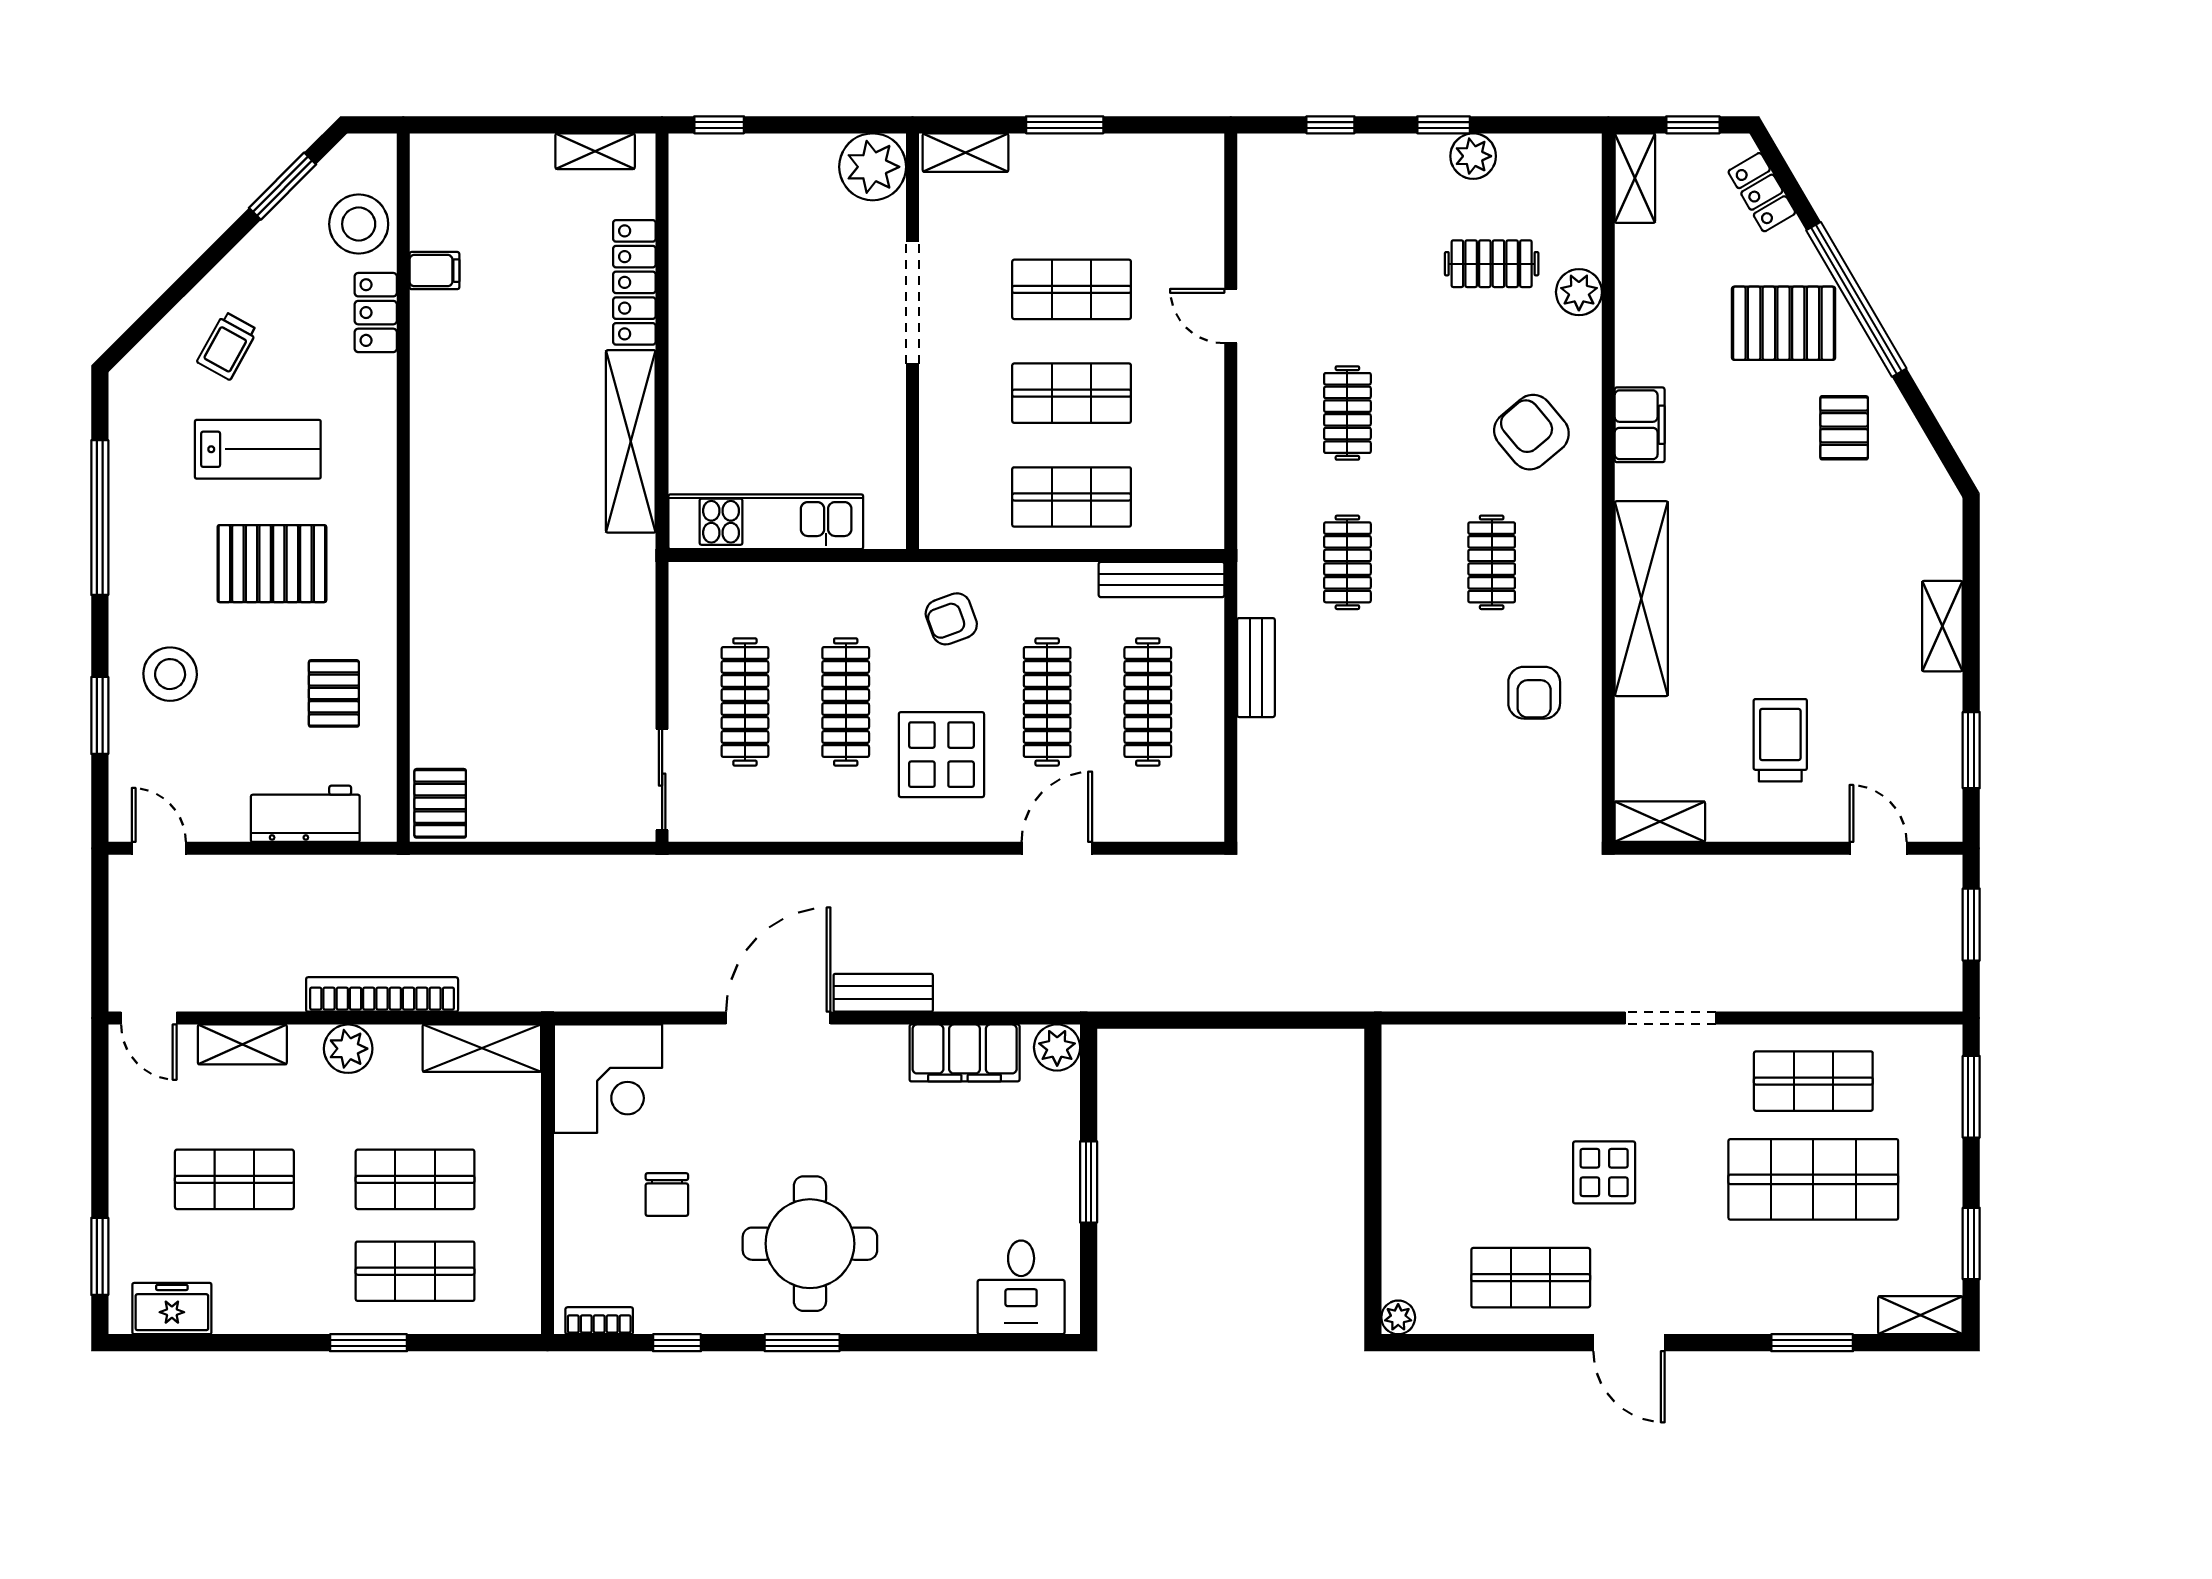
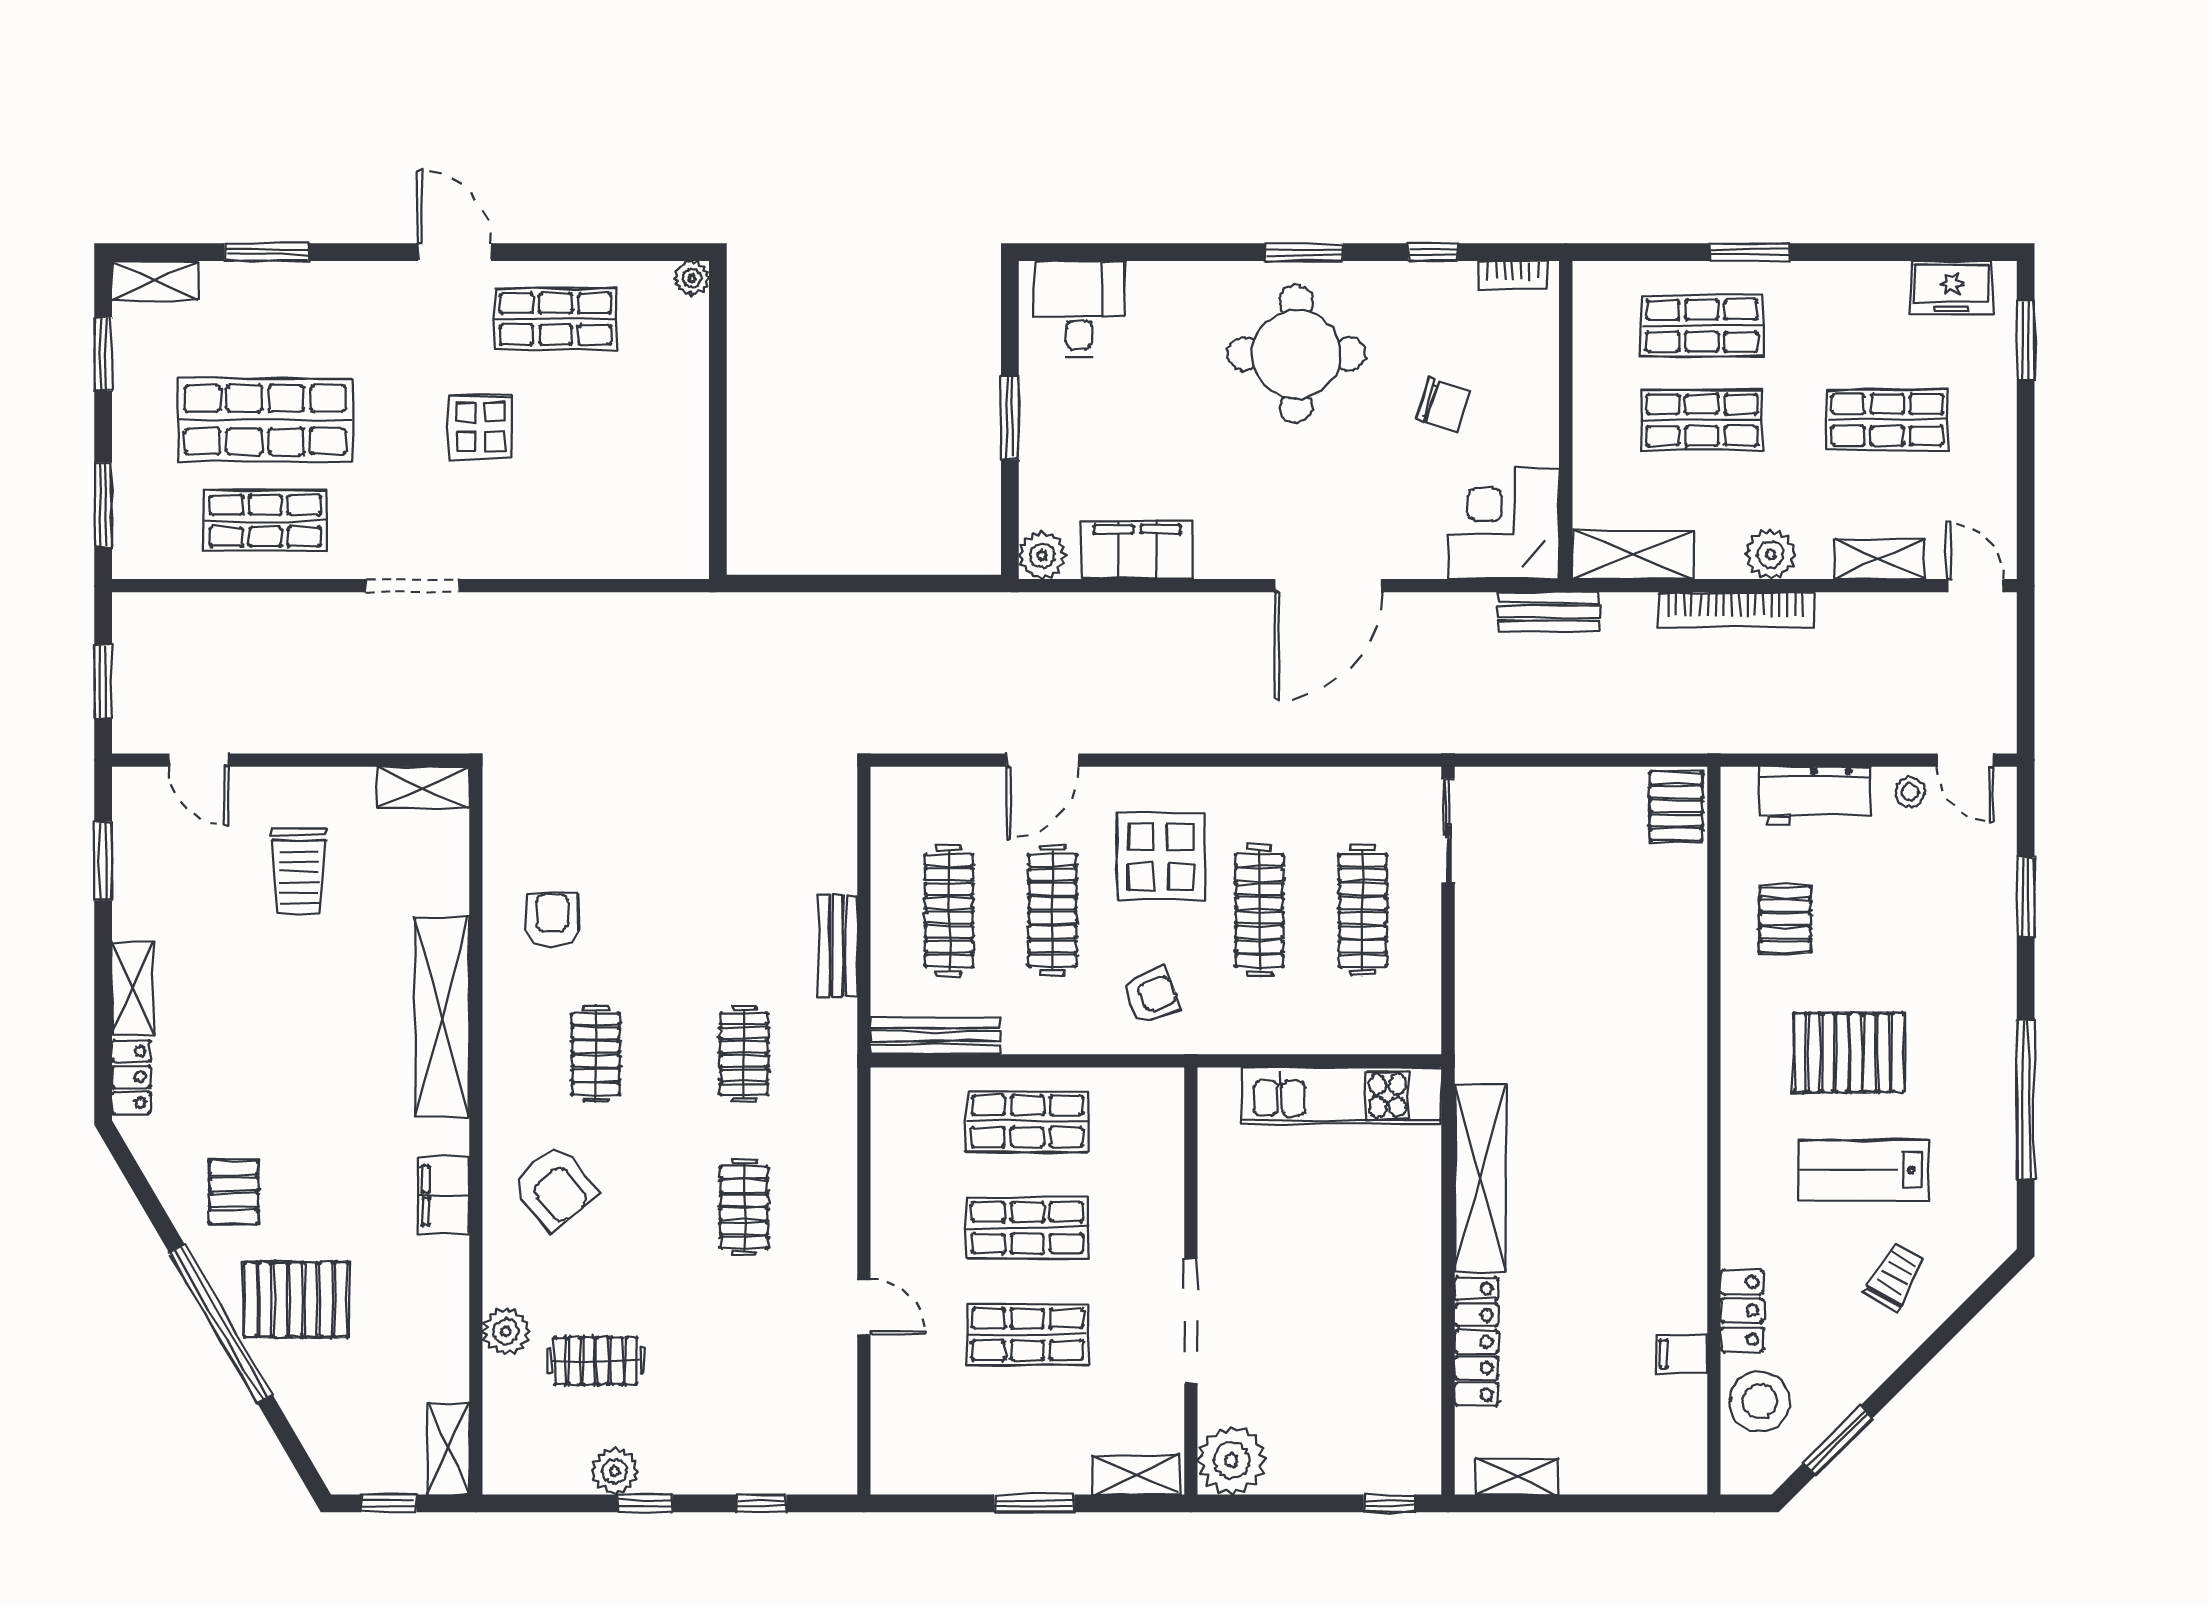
locker: (1762, 192) -> (131, 1077), moved, turned 30
stool: (170, 674) -> (1910, 792), moved, width x0.53, depth x0.53
bench: (883, 993) -> (1549, 612), moved
chair: (667, 1195) -> (1443, 404), turned 108

